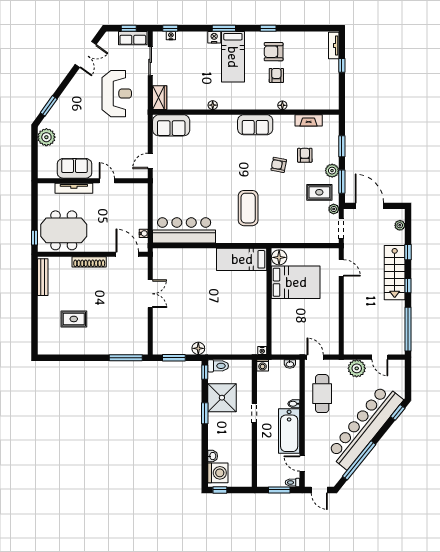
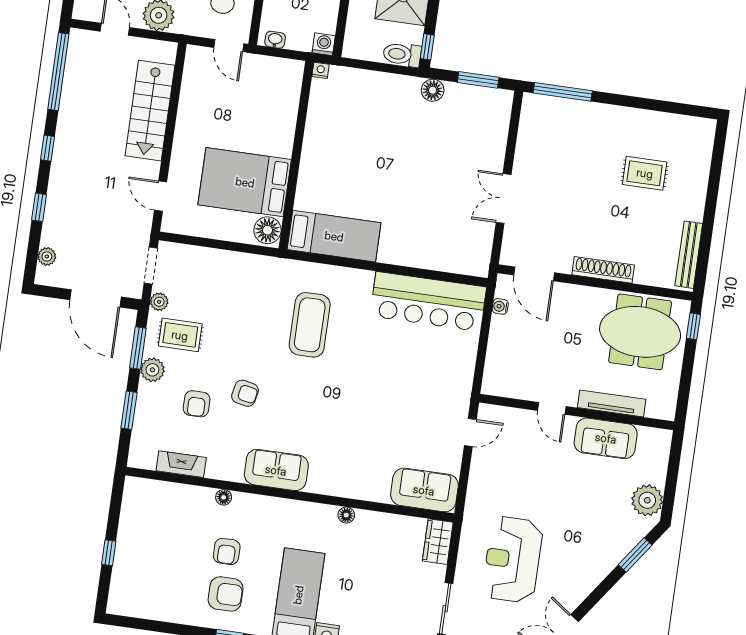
tv unit: (334, 45) -> (118, 590), removed
stairs: (395, 273) -> (150, 111), moved, turned 180

